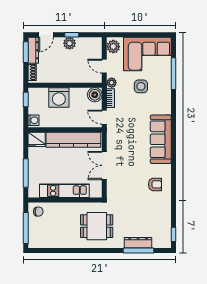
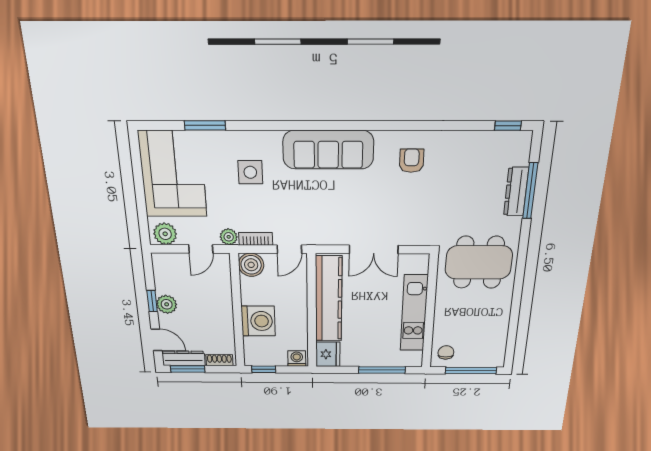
window: (173, 74) -> (205, 125), width x0.69
side table: (141, 86) -> (250, 172), moved
dining table: (97, 226) -> (479, 262), width x1.38

